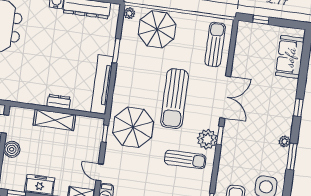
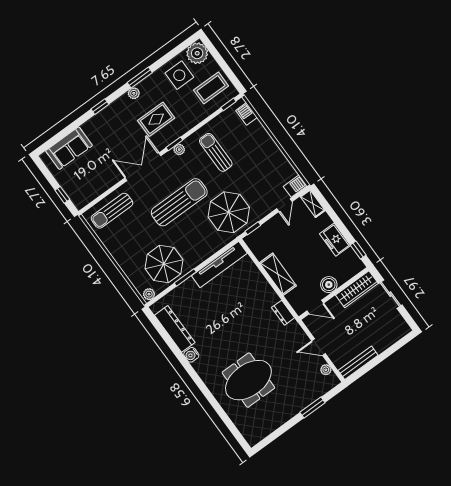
parasol: (157, 29) -> (164, 264), moved
dresser: (59, 102) -> (283, 313), moved
plant: (207, 139) -> (179, 150), width x0.53, depth x0.53
rug: (250, 140) -> (156, 119), added

